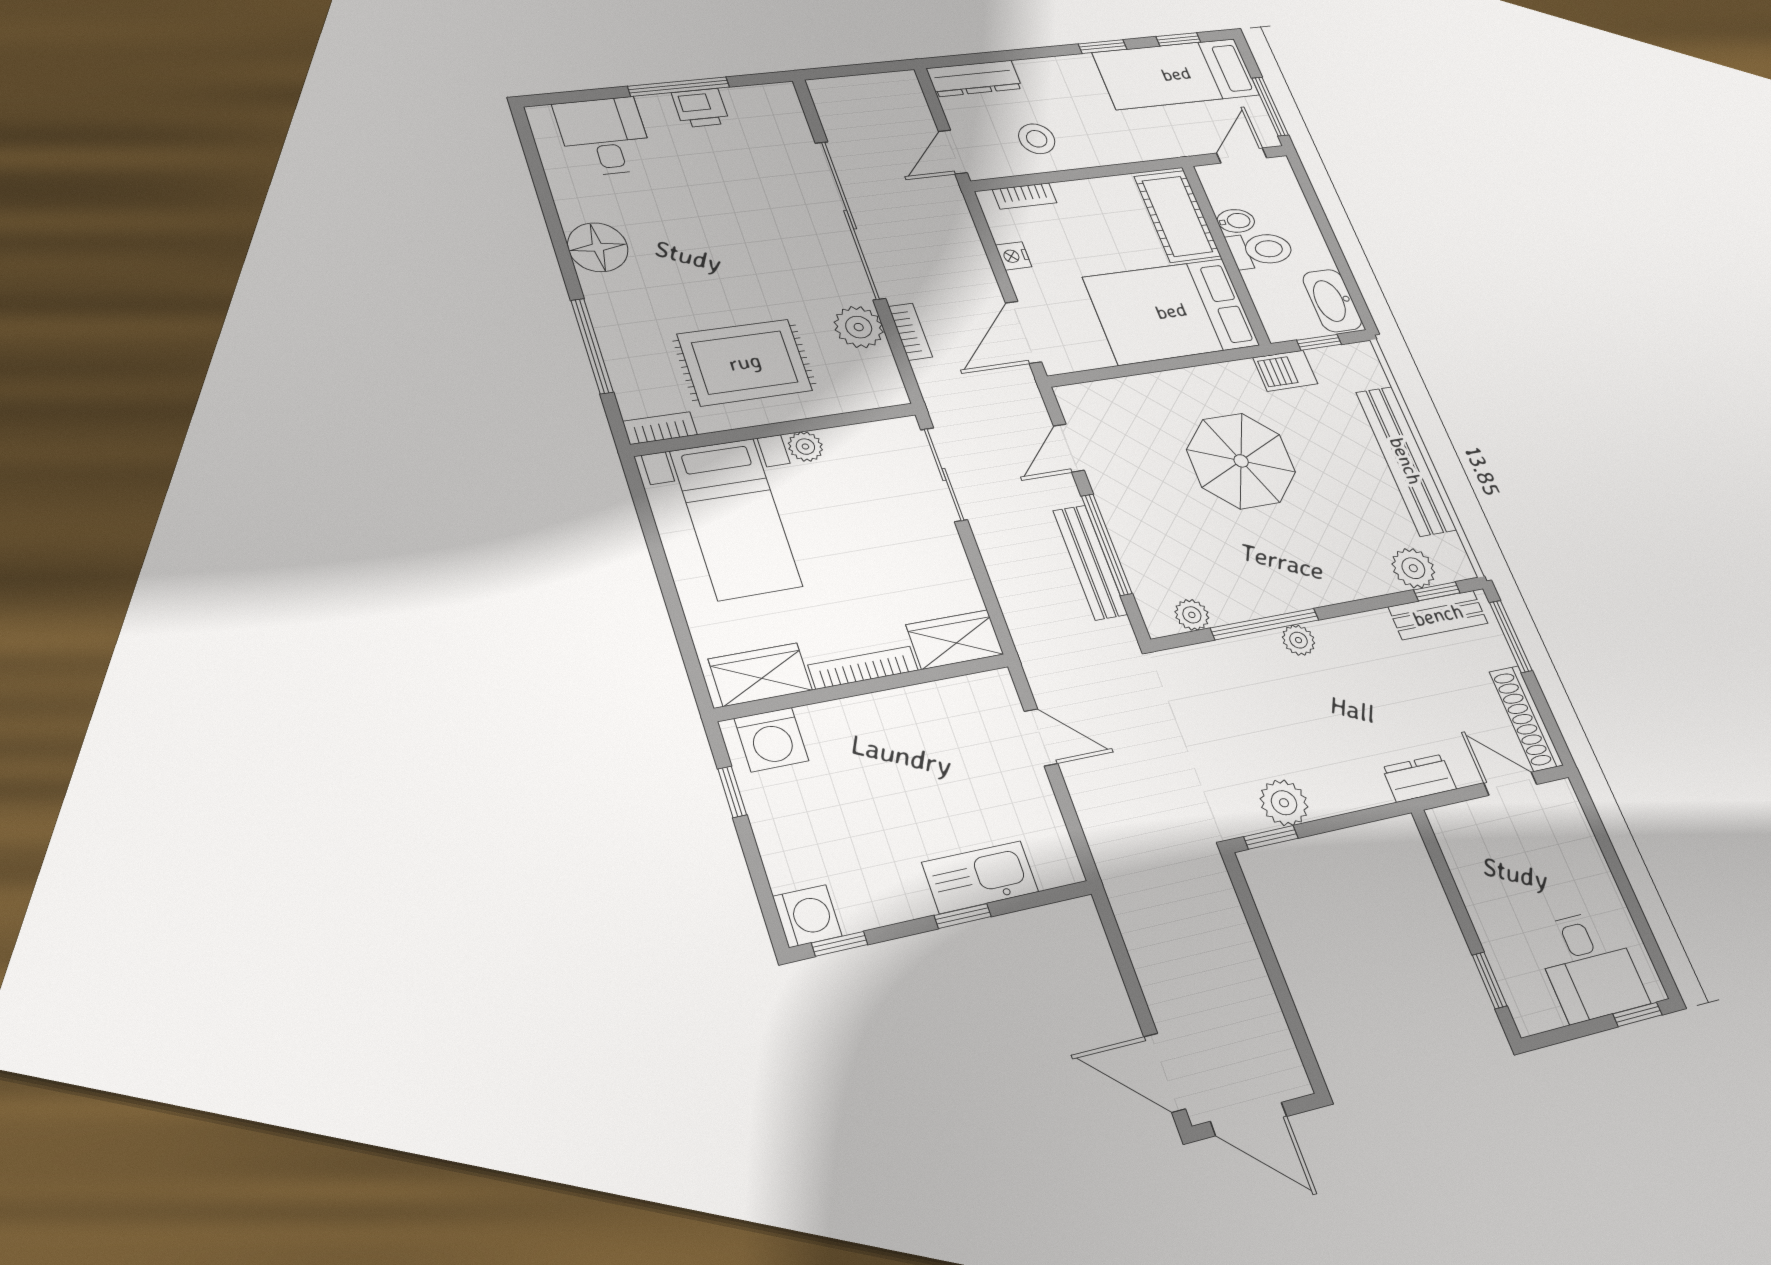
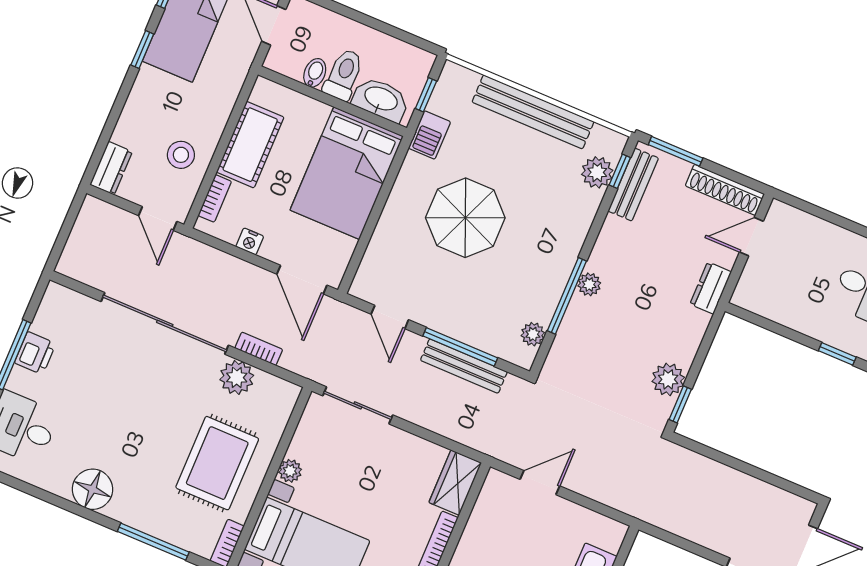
dresser: (974, 78) -> (111, 168), width x0.70
cot: (1177, 216) -> (250, 145), moved, turned 90
washbasin: (1332, 301) -> (381, 99), moved, turned 180

